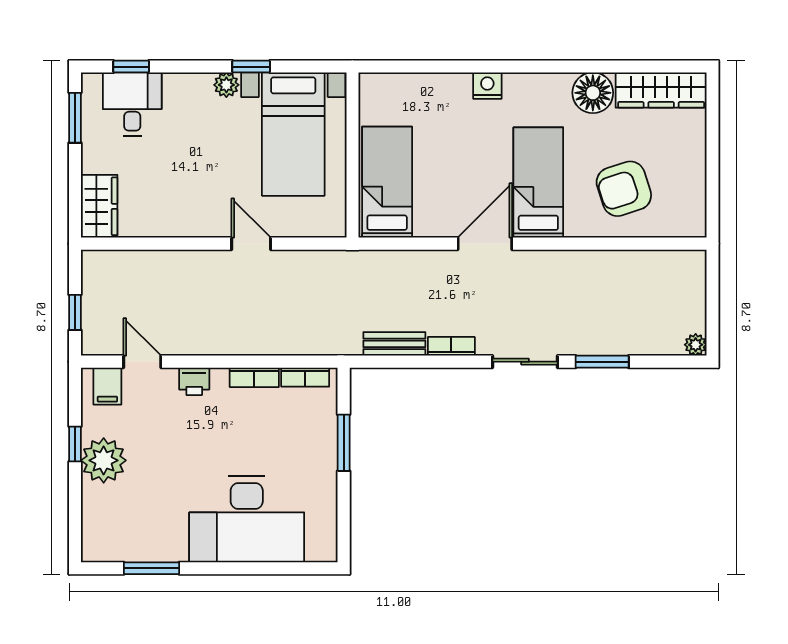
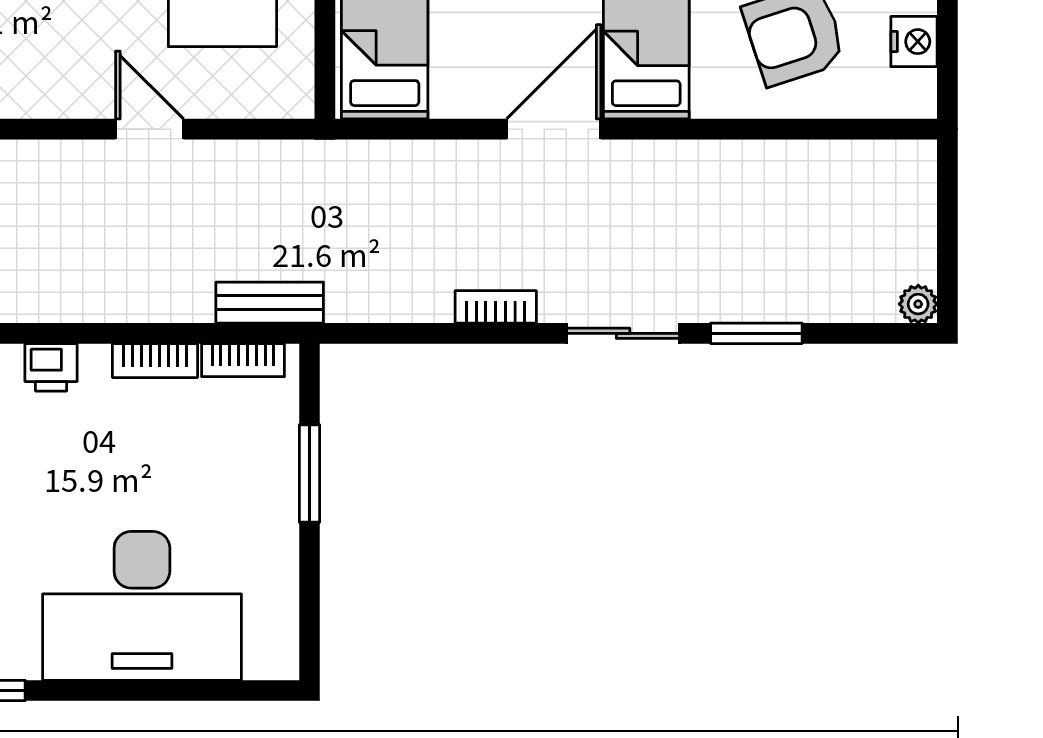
nightstand: (693, 193) -> (914, 42), added
bench: (394, 344) -> (270, 303), moved

